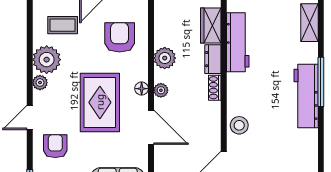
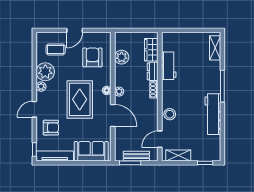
workbench: (238, 42) -> (169, 66), width x0.73
plant: (165, 58) -> (122, 57), moved
workbench: (306, 96) -> (213, 114), moved
armchair: (55, 146) -> (51, 128), turned 90

